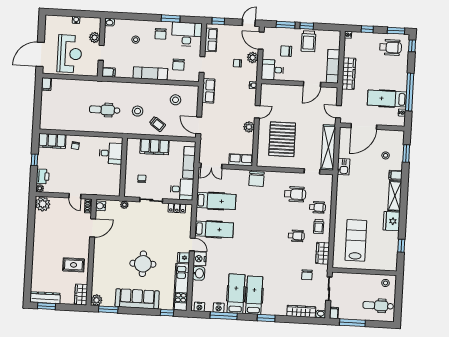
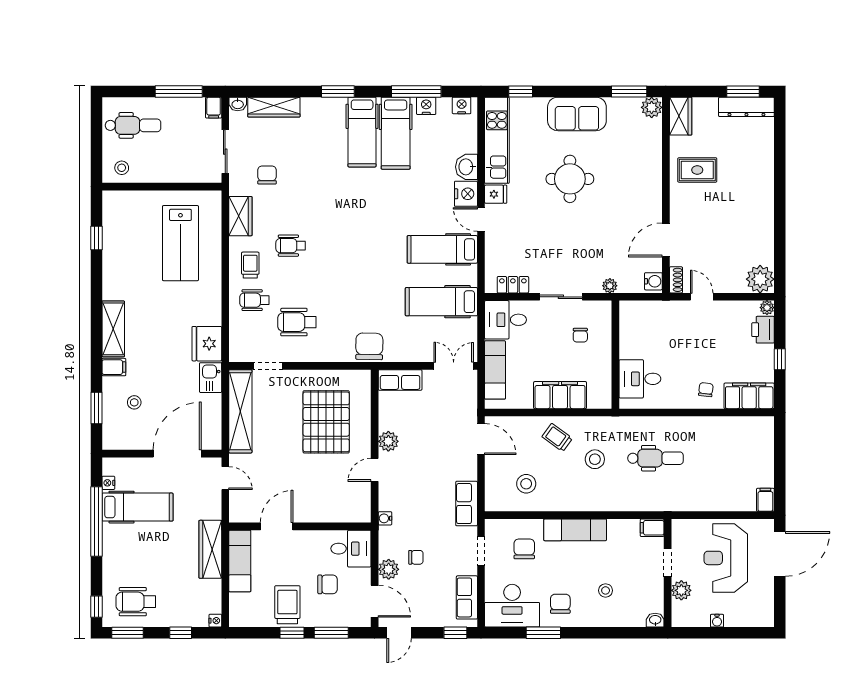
fridge: (392, 221) -> (207, 344), moved, turned 180
sofa: (137, 299) -> (577, 114), width x0.73

